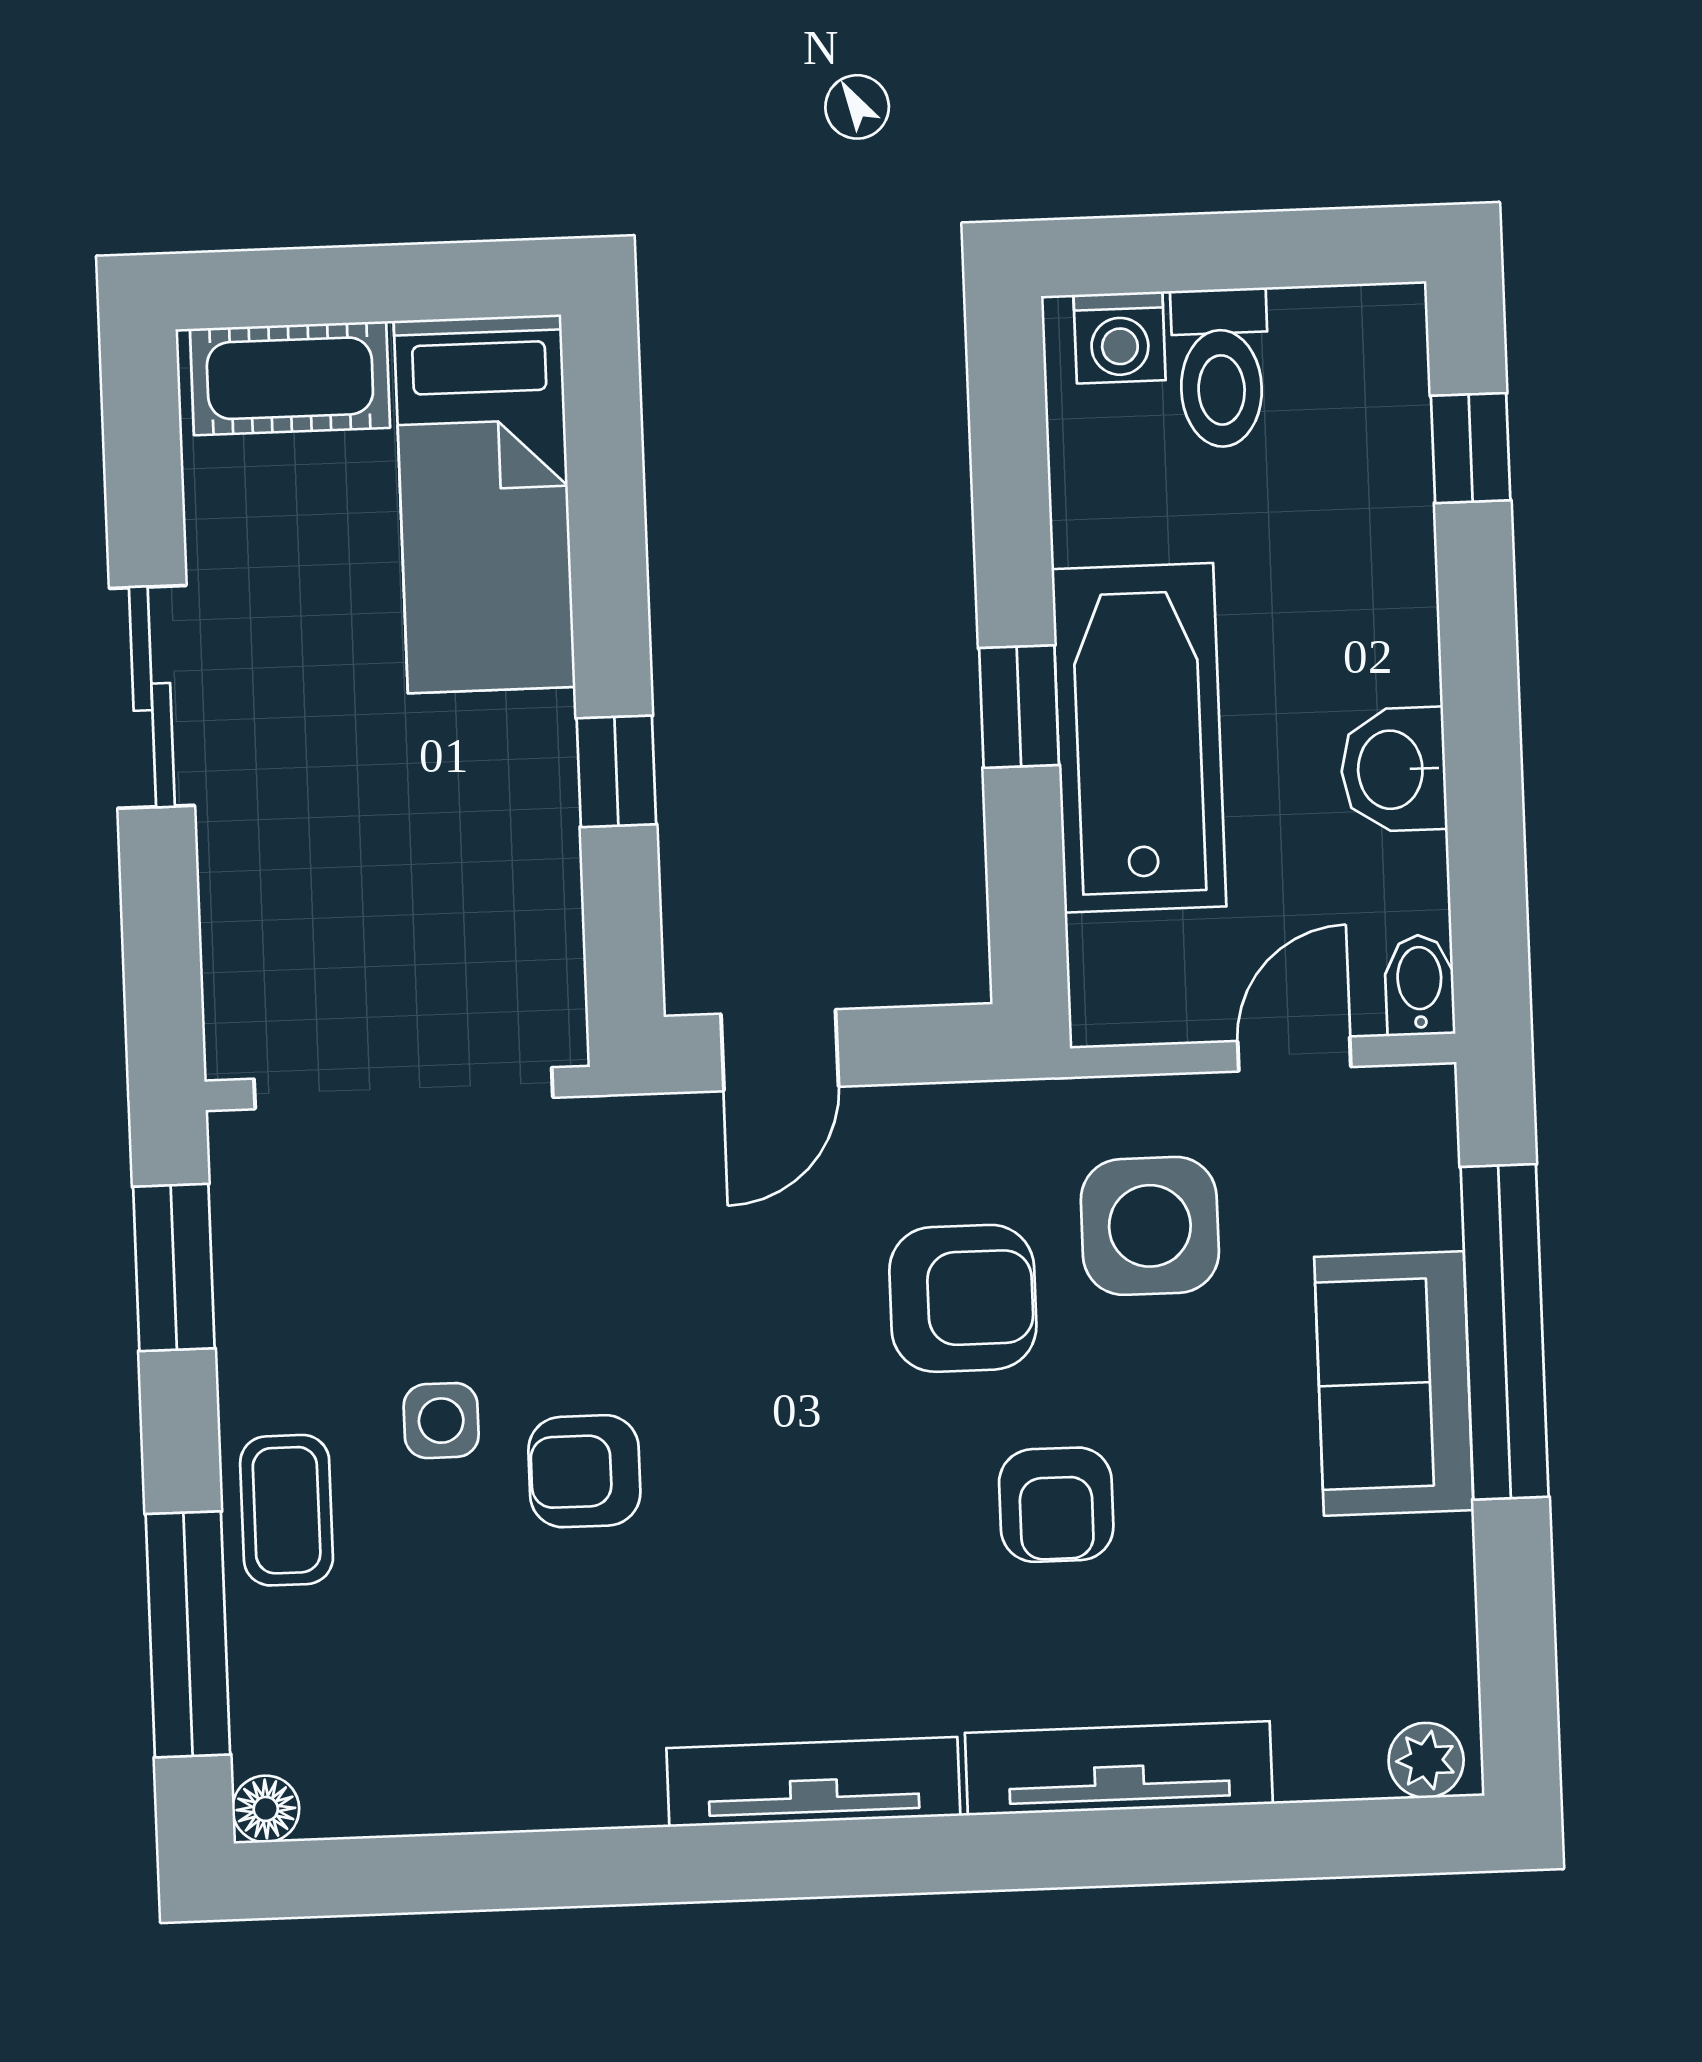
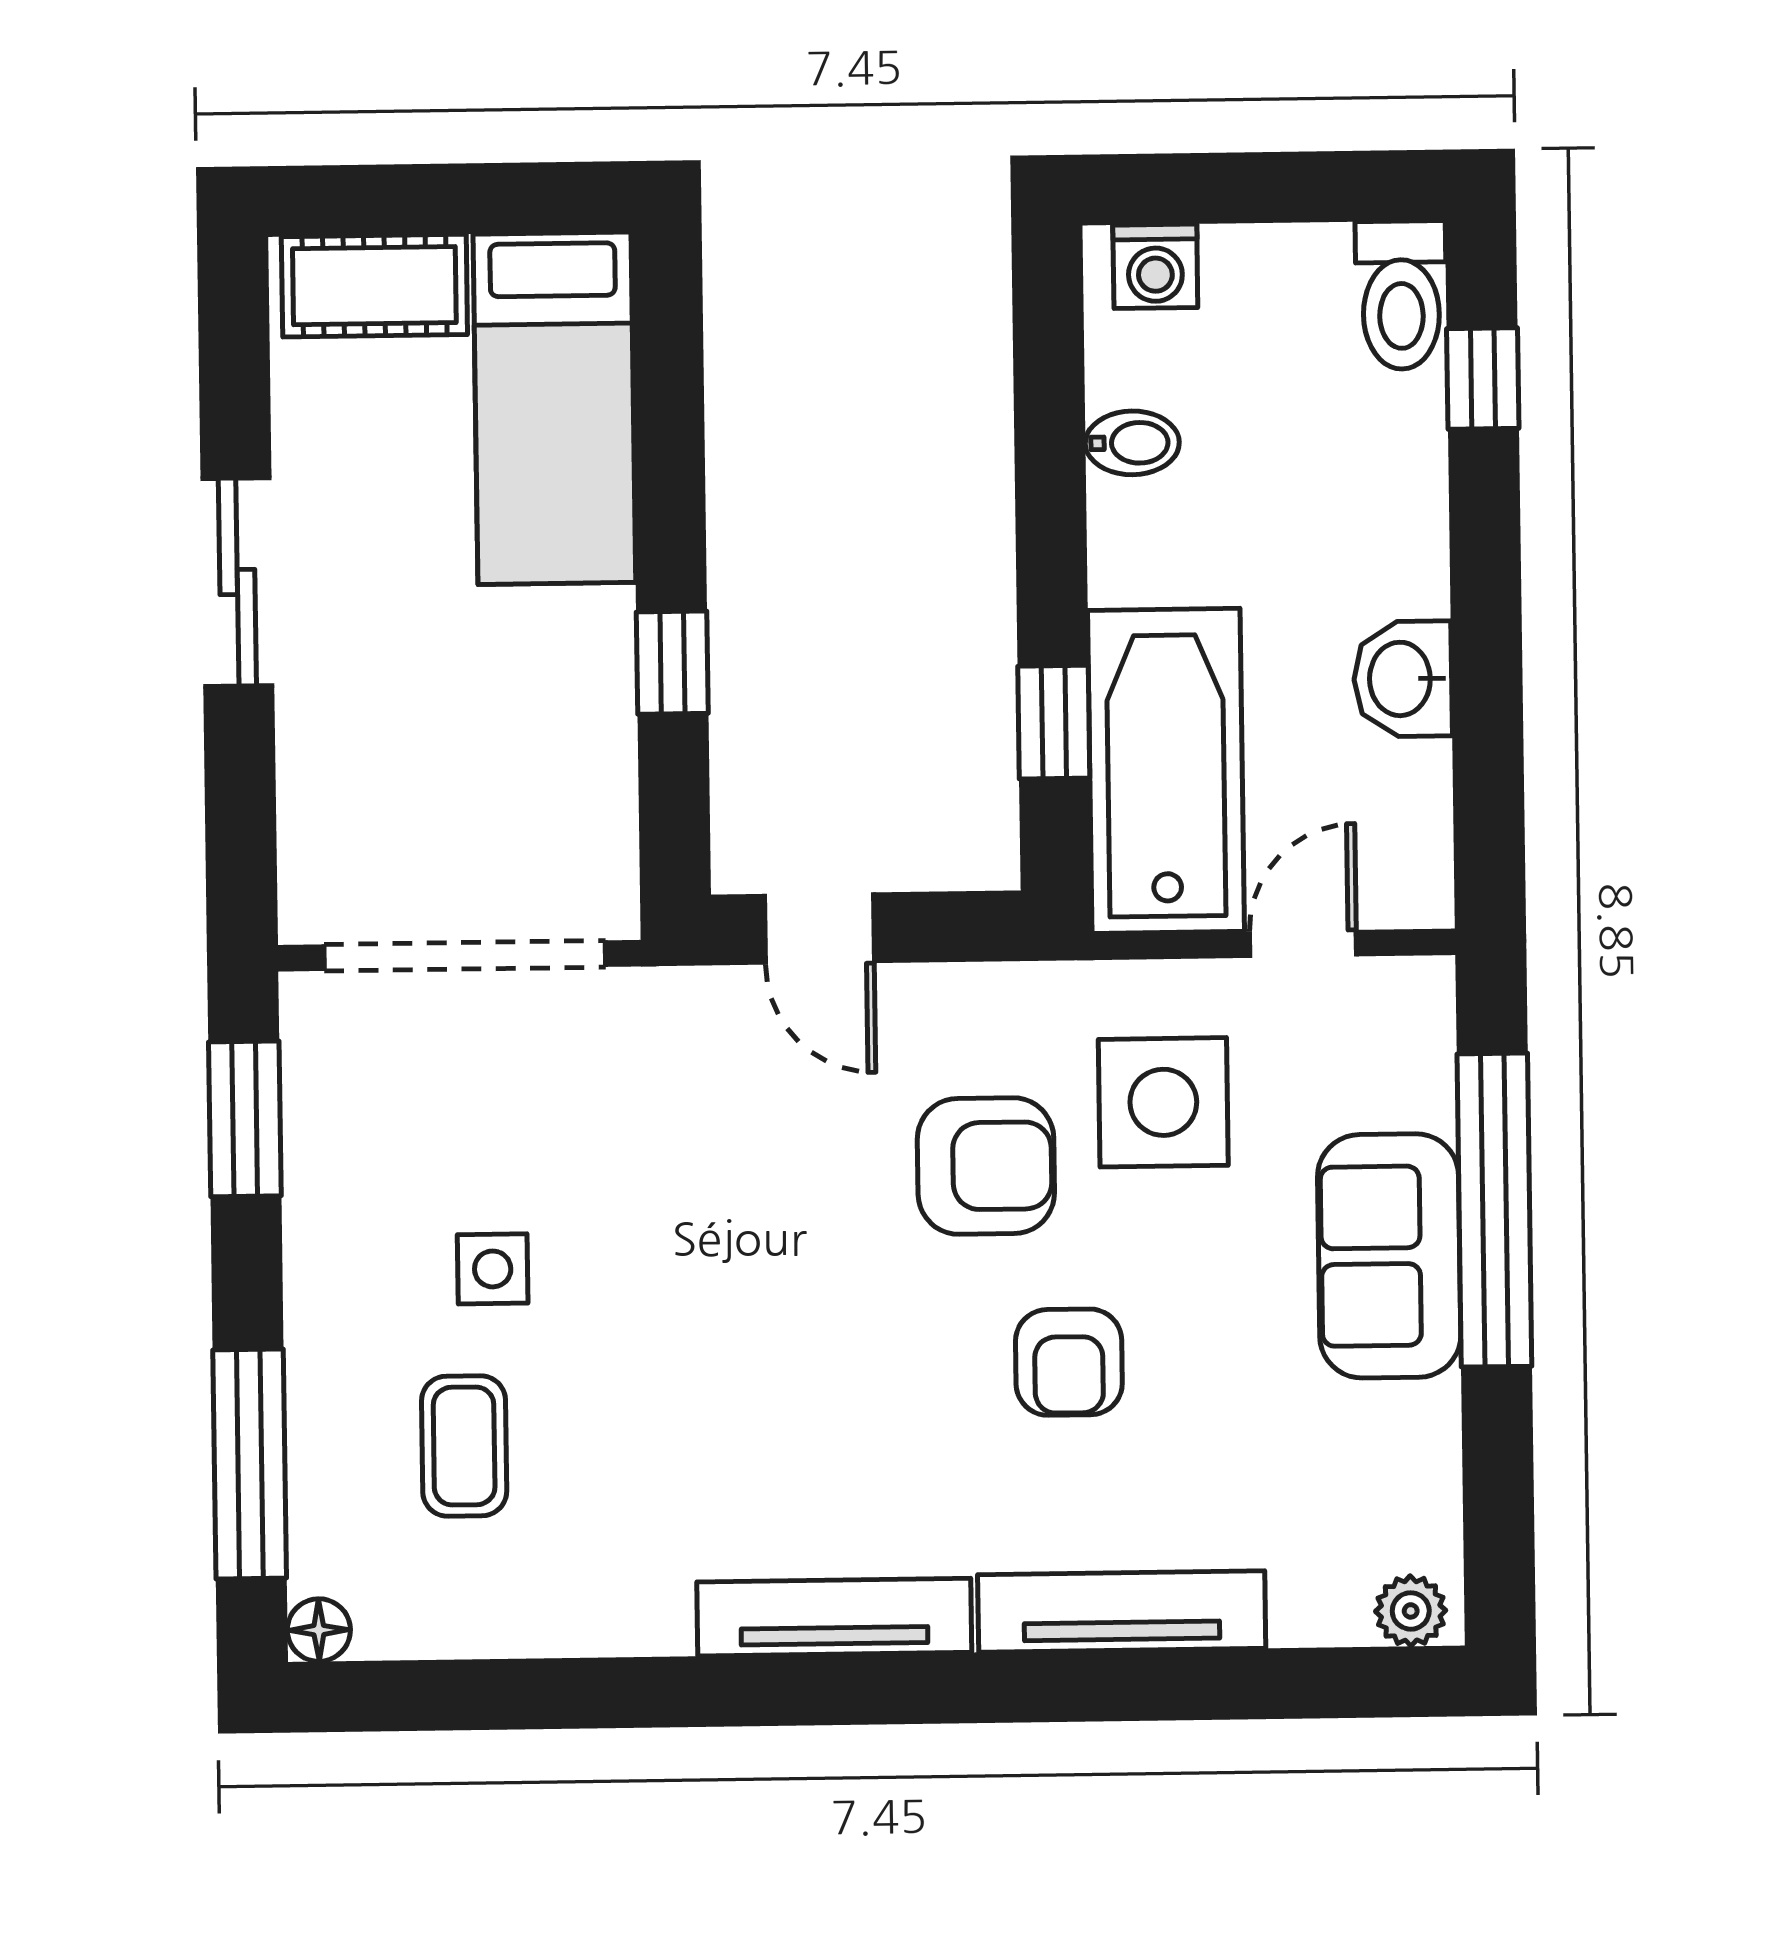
toilet: (1221, 368) -> (1401, 295), moved
window: (1019, 707) -> (1054, 722), moved
bathtub: (1139, 738) -> (1166, 771), moved
bidet: (1420, 985) -> (1132, 443), moved, turned 90
door: (780, 1050) -> (819, 929), hinge flipped
armchair: (584, 1471) -> (626, 1320), removed
coffee table: (287, 1510) -> (464, 1446), moved

